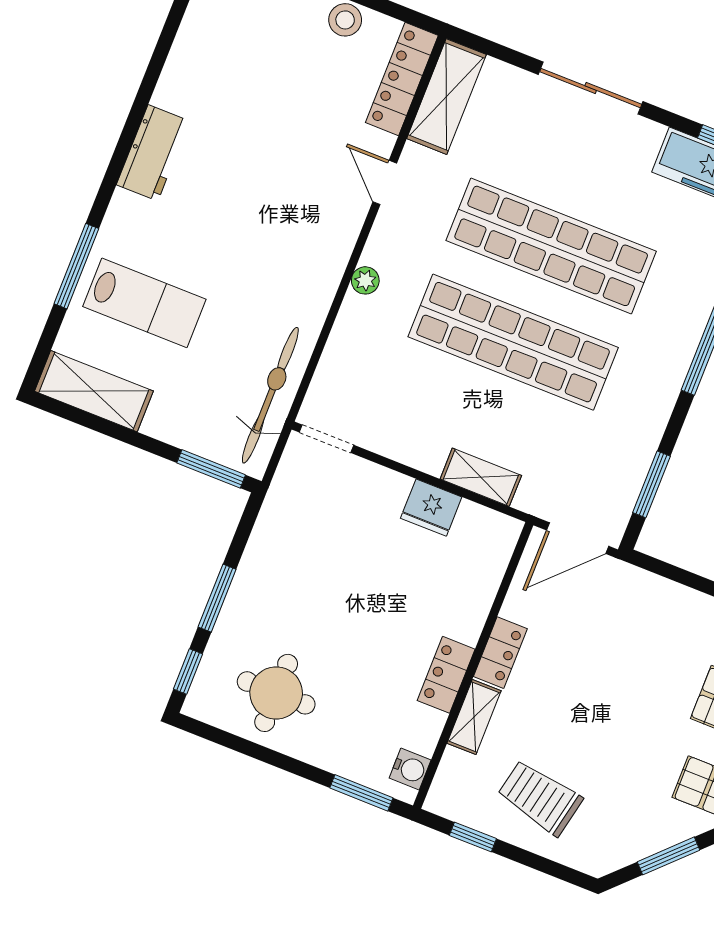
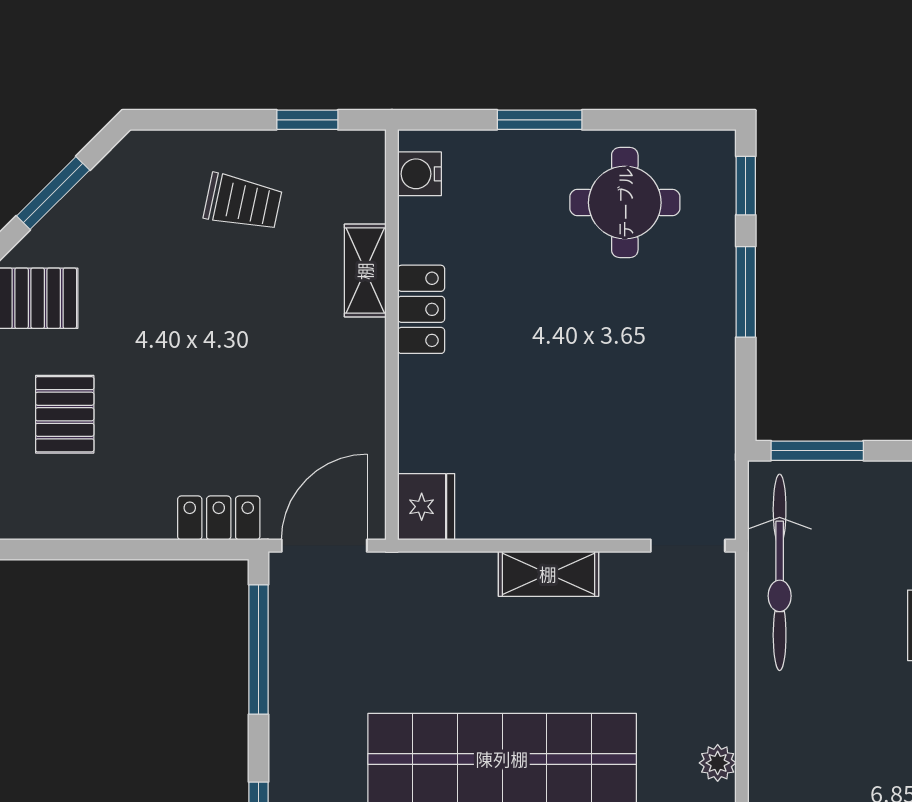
shelving: (481, 477) -> (548, 574), moved
window: (651, 484) -> (259, 649), width x1.44
fridge: (431, 508) -> (426, 507), moved, turned 90
locker: (500, 653) -> (219, 518), moved, turned 90
window: (361, 793) -> (540, 120), moved
trolley: (540, 798) -> (243, 202), width x0.73, depth x0.72

